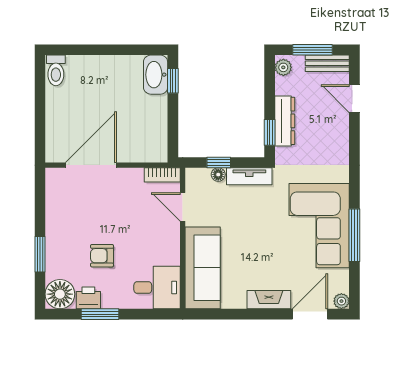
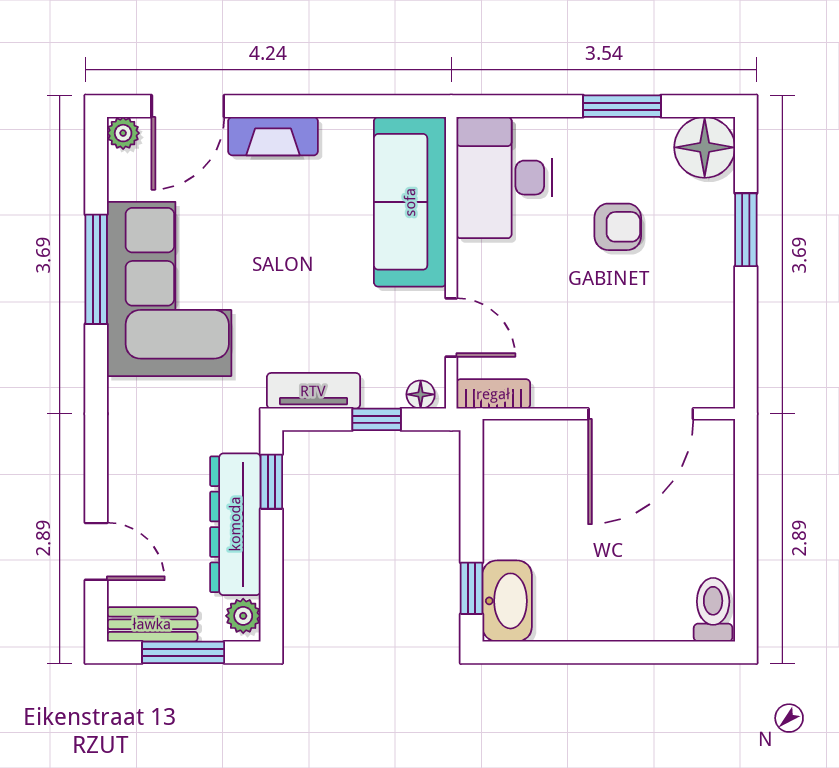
dresser: (285, 121) -> (235, 524), width x1.37, depth x1.24
floor lamp: (218, 175) -> (421, 394), moved
desk: (157, 288) -> (504, 178), width x1.37
printer: (88, 298) -> (646, 140), removed

